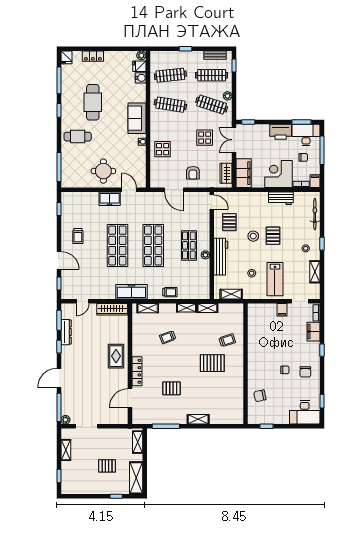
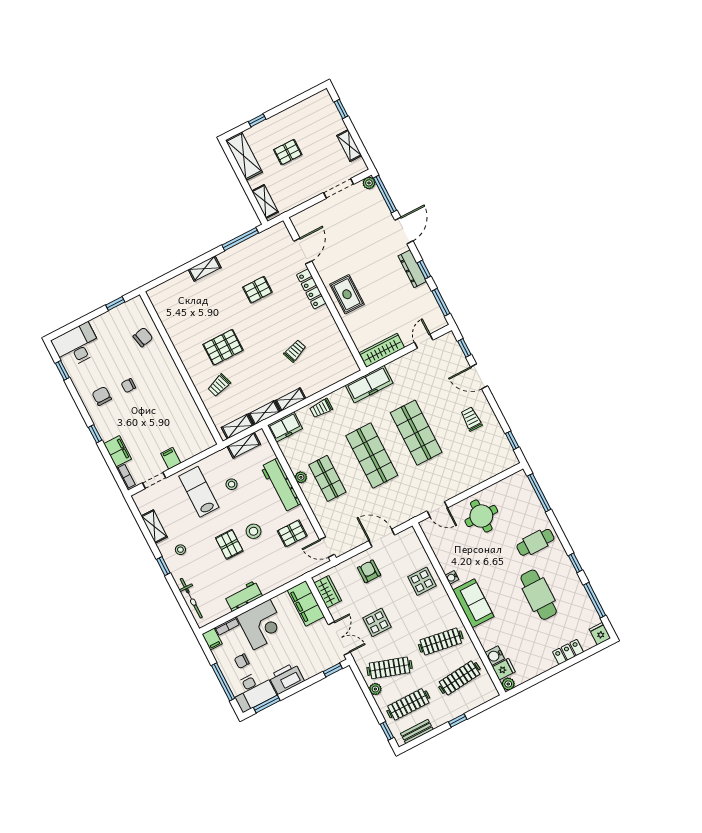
freezer: (110, 199) -> (285, 427), moved, turned 180
pallet: (229, 222) -> (292, 533), turned 90
shelving: (148, 308) -> (237, 427), moved
dresser: (66, 332) -> (412, 269), moved

